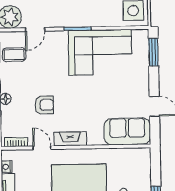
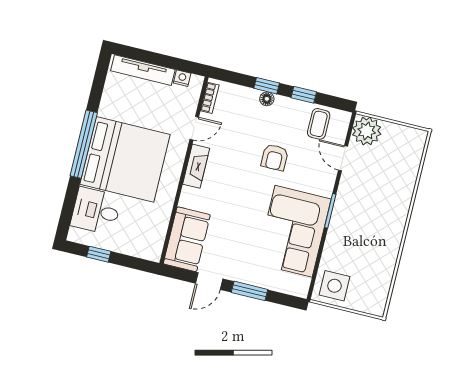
window: (153, 52) -> (249, 291), moved
armchair: (44, 105) -> (275, 157), moved

